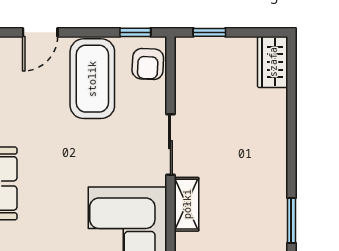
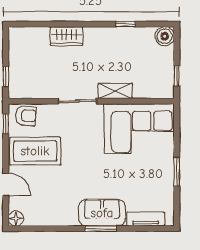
wardrobe: (273, 62) -> (66, 36), moved
window: (291, 220) -> (126, 24), width x0.67

